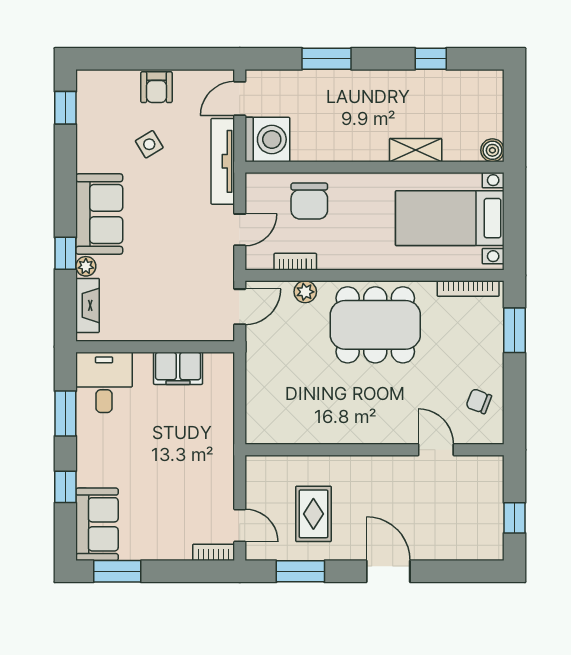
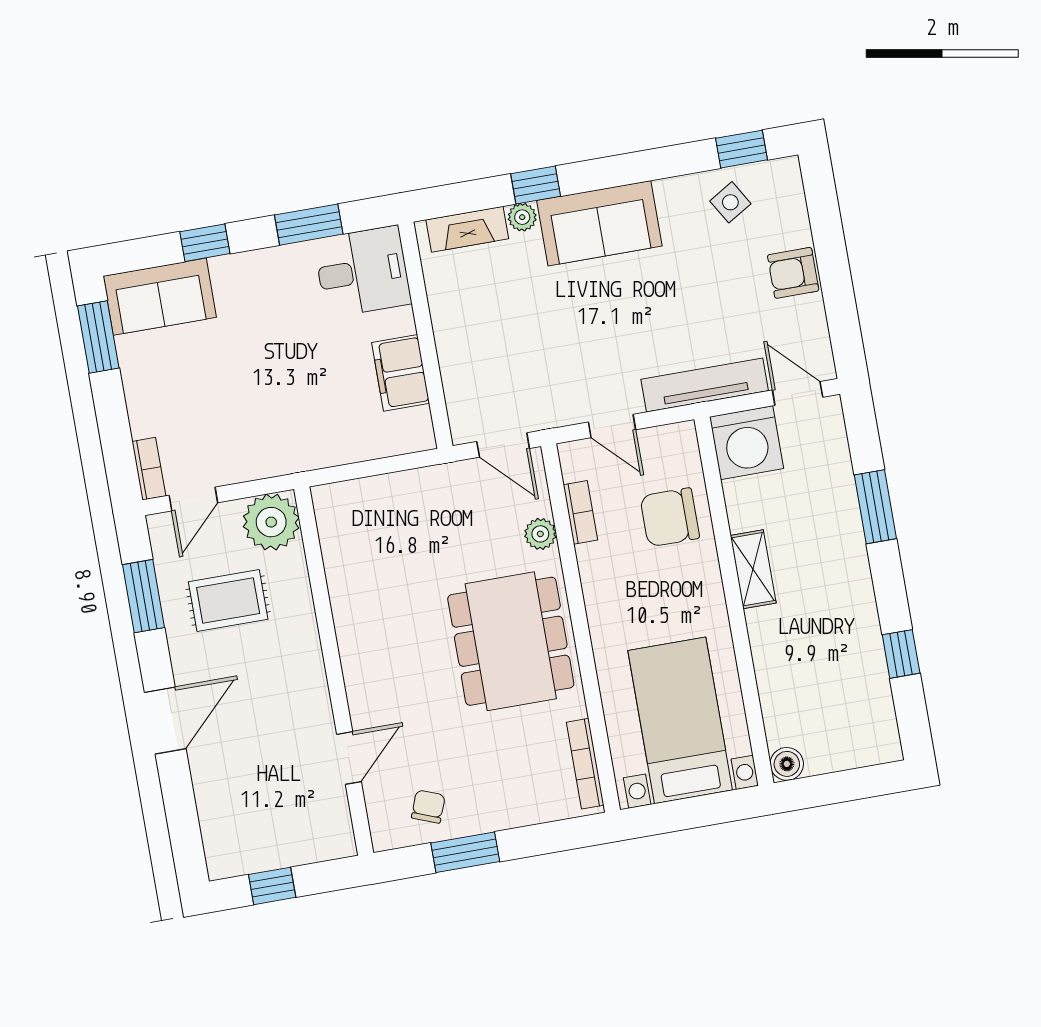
side table: (149, 144) -> (730, 202), moved
shelving: (416, 150) -> (753, 569), moved
window: (515, 330) -> (465, 852), moved
plant: (265, 475) -> (271, 522), added

